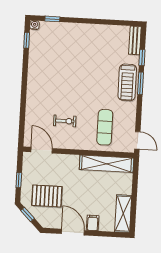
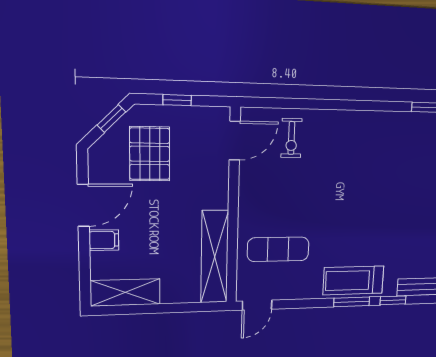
exercise bike: (65, 121) -> (291, 138), moved

